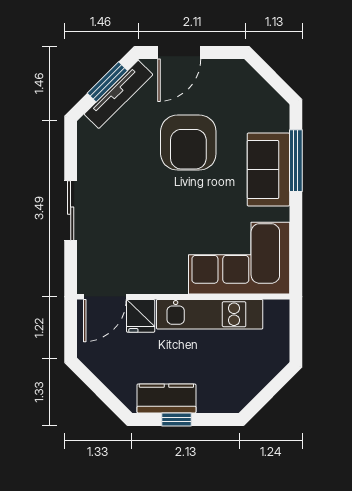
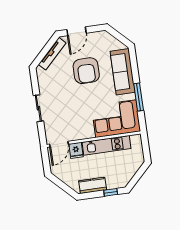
window: (107, 82) -> (47, 49), removed
window: (296, 161) -> (139, 97), moved
sofa: (268, 169) -> (123, 72), width x1.36
window: (177, 419) -> (111, 192), moved

